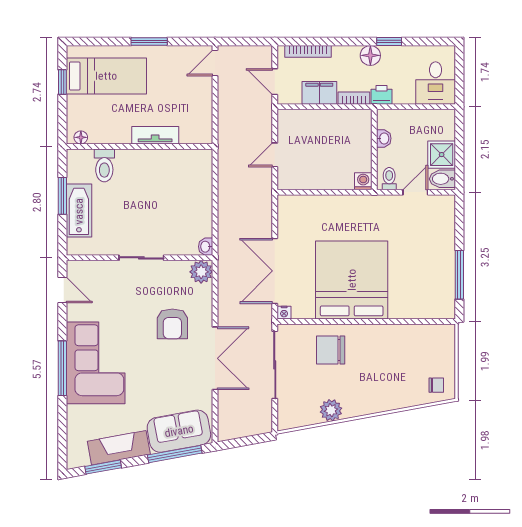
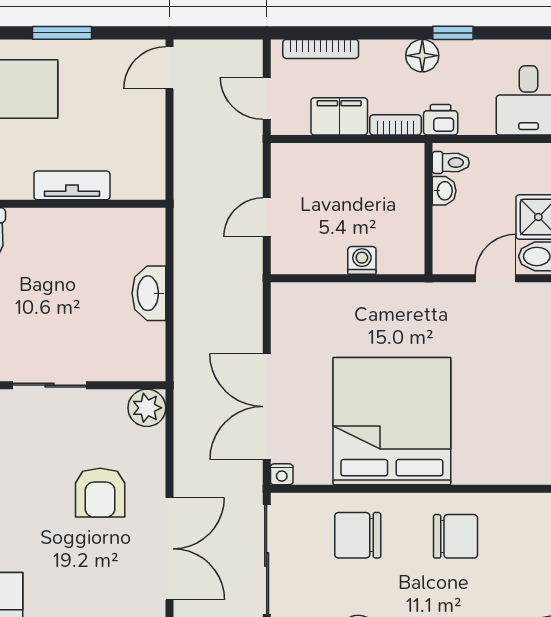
toilet: (389, 179) -> (451, 163), moved, turned 90
washing machine: (363, 181) -> (362, 260), moved
washbasin: (206, 247) -> (149, 293), moved, width x1.91, depth x1.45
chair: (436, 385) -> (456, 536), moved, width x1.87, depth x1.87

